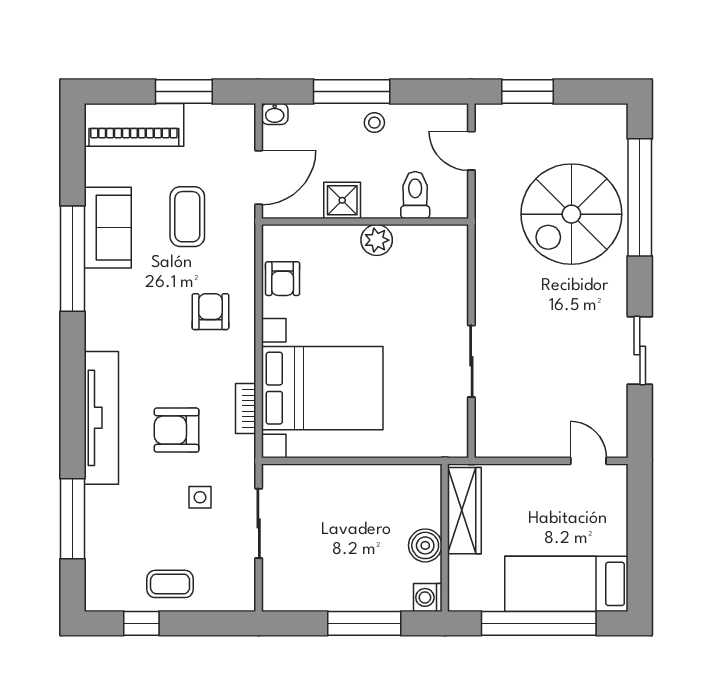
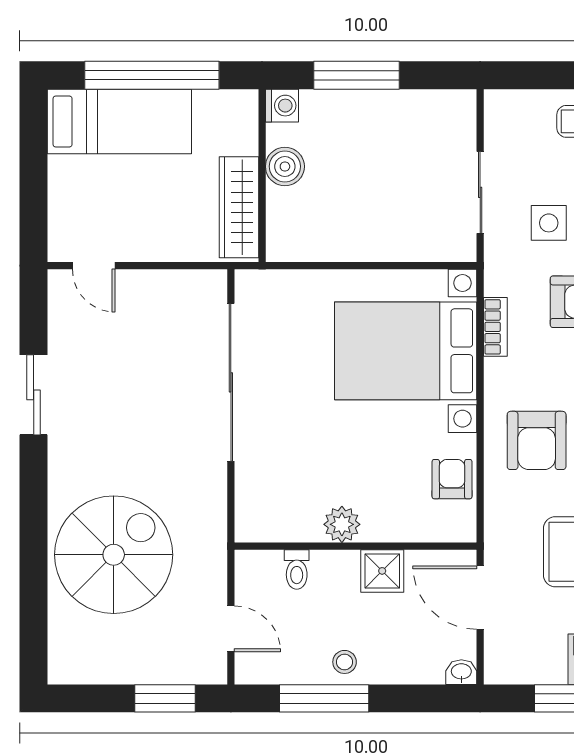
window: (352, 91) -> (324, 698), moved
door: (259, 177) -> (480, 598), hinge flipped
toilet: (415, 195) -> (297, 569), width x0.73, depth x0.72
window: (640, 197) -> (34, 574), removed
armchair: (210, 312) -> (537, 440), width x1.38, depth x1.38
sliding door: (471, 361) -> (231, 382), width x1.86
side table: (200, 497) -> (549, 223), width x1.37, depth x1.37

